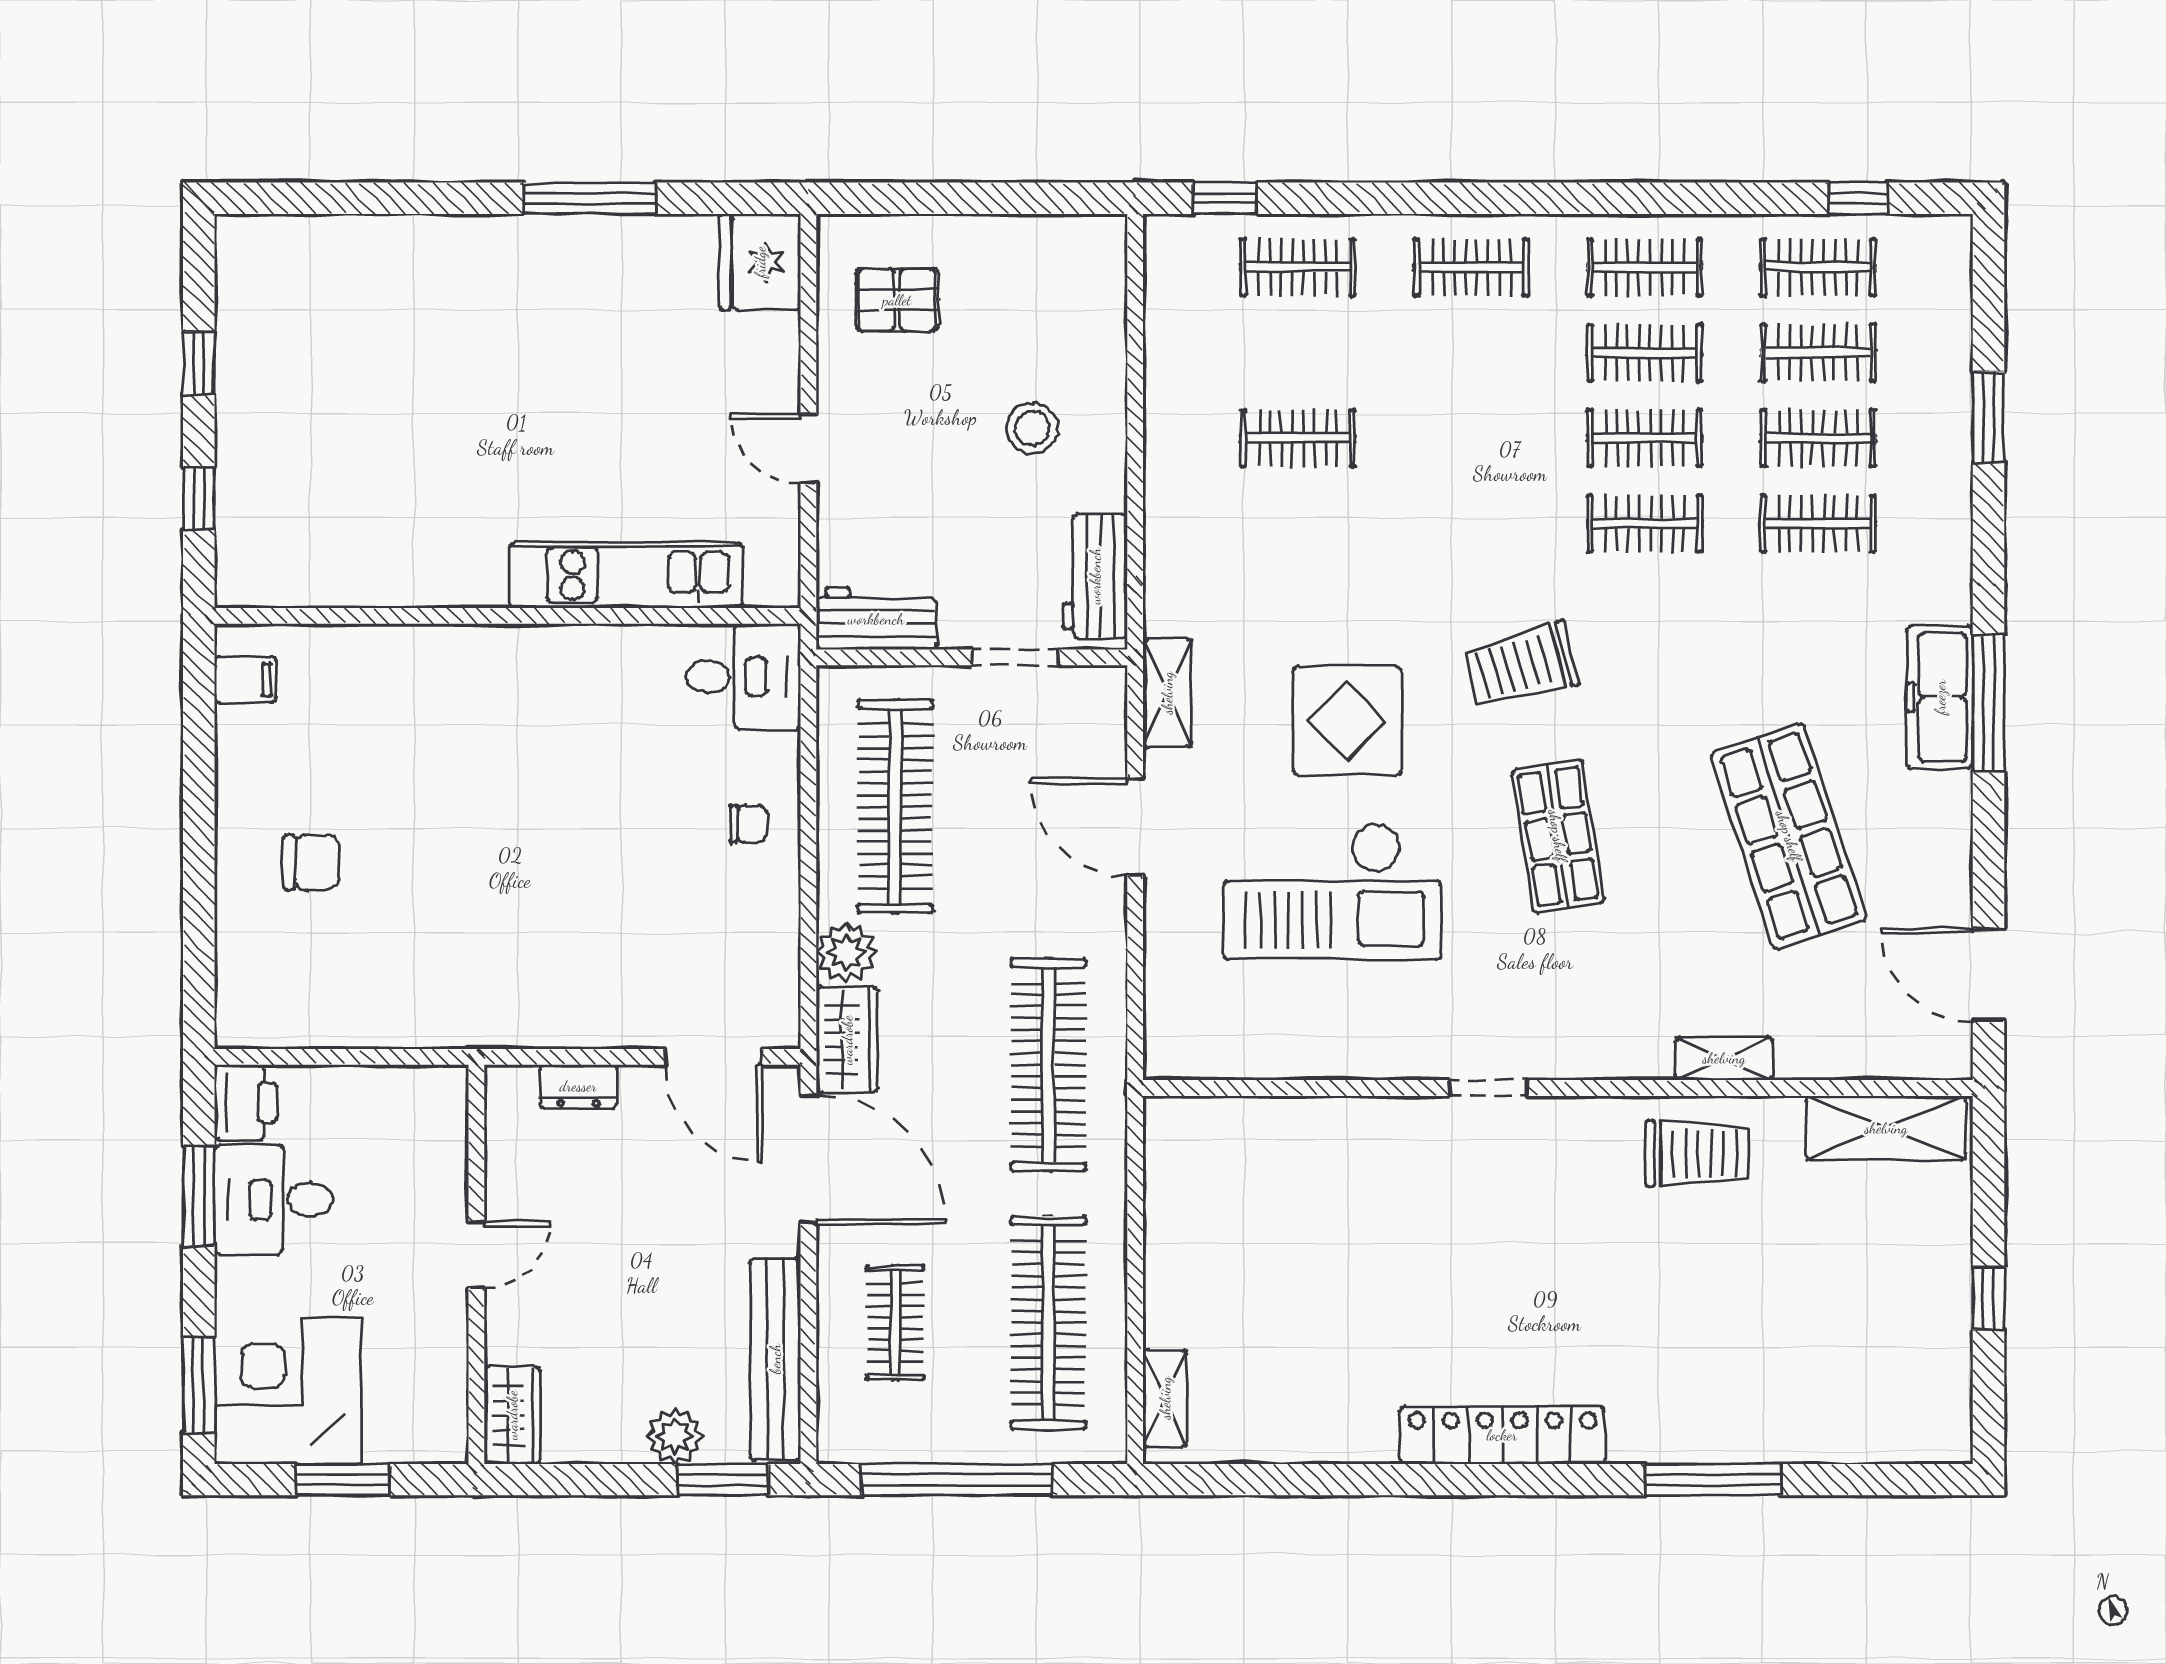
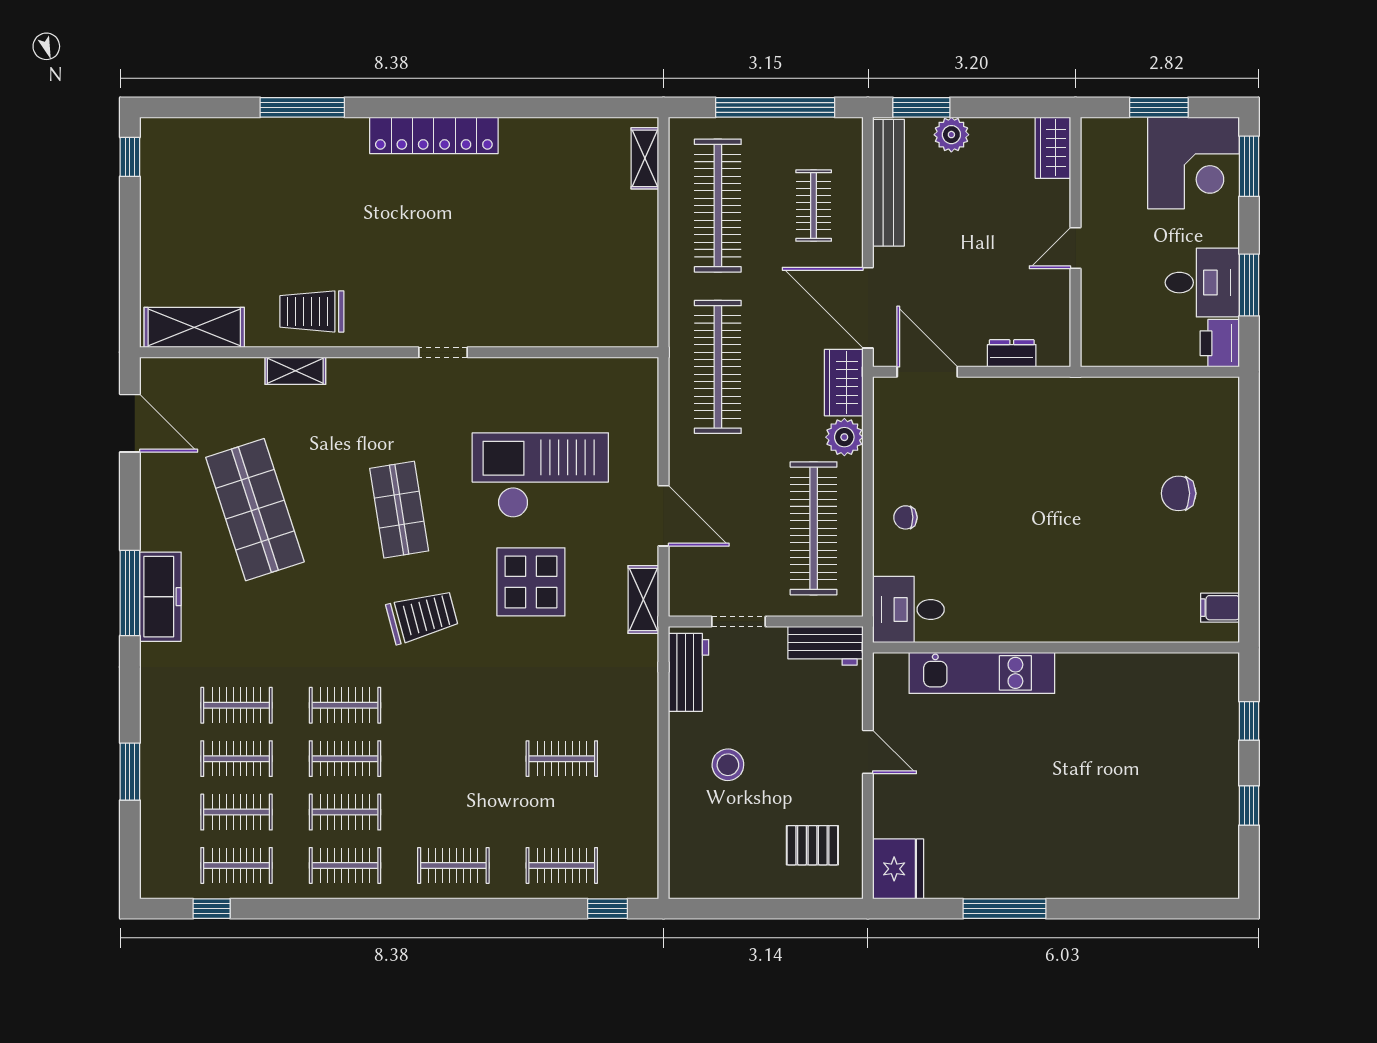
window: (1989, 1299) -> (130, 157), moved

